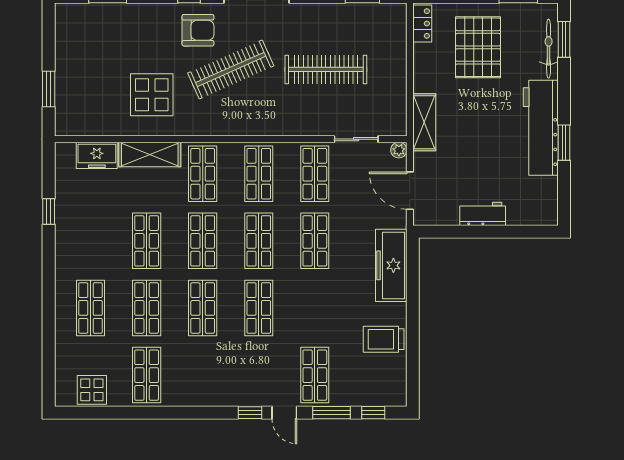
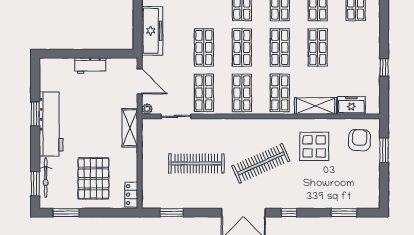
armchair: (198, 30) -> (359, 140), moved, turned 93

